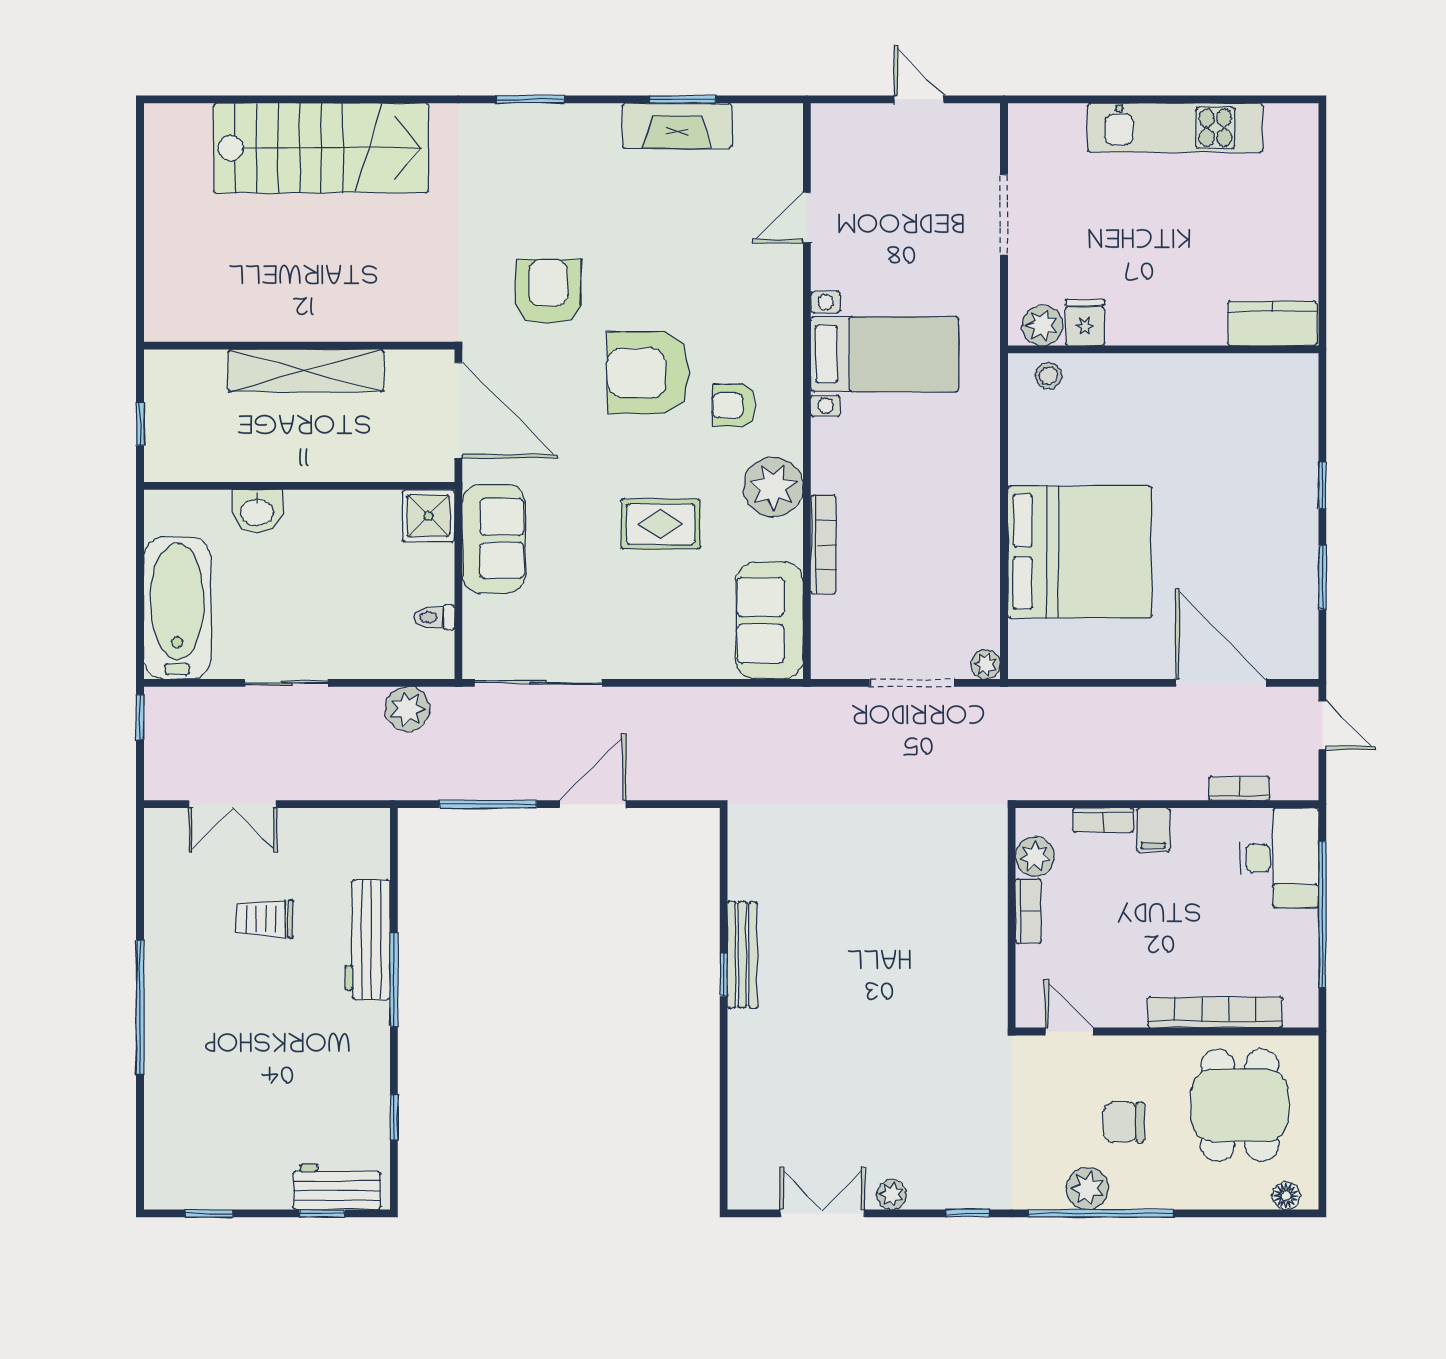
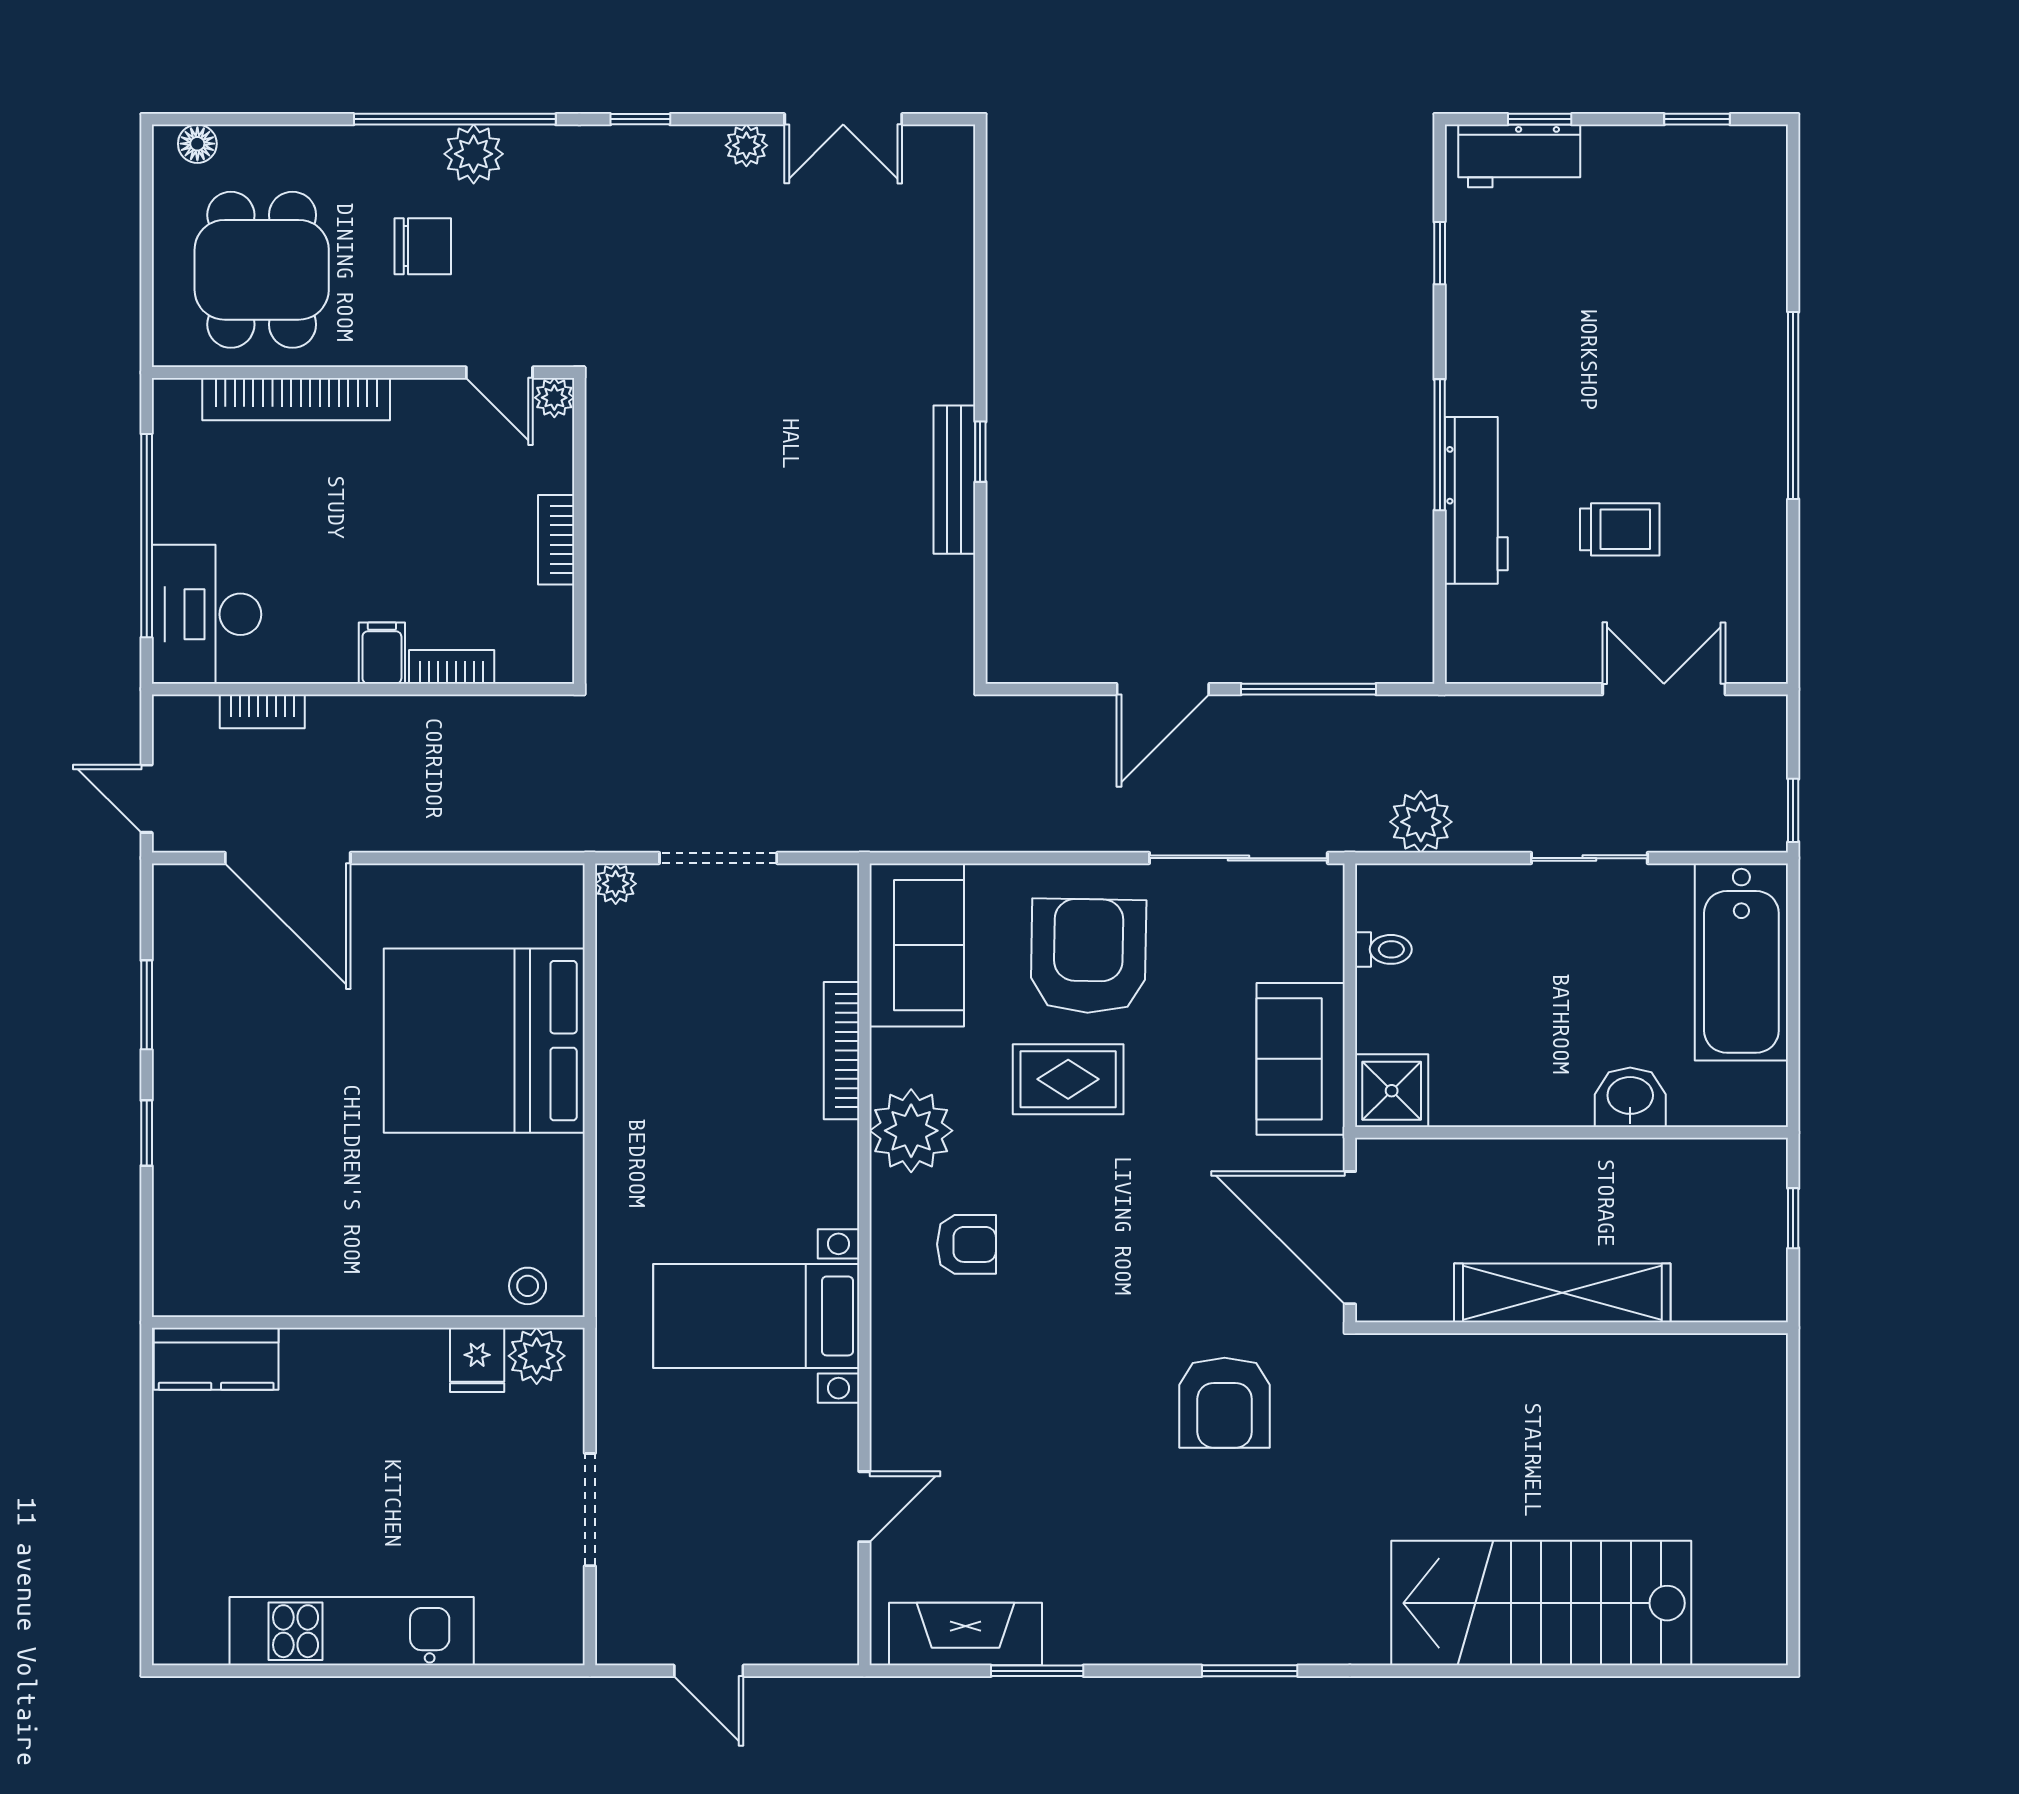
fireplace: (677, 126) -> (966, 1634), moved
armchair: (648, 373) -> (1088, 956), moved, turned -89
plant: (1035, 857) -> (554, 398), moved, width x0.73, depth x0.73

